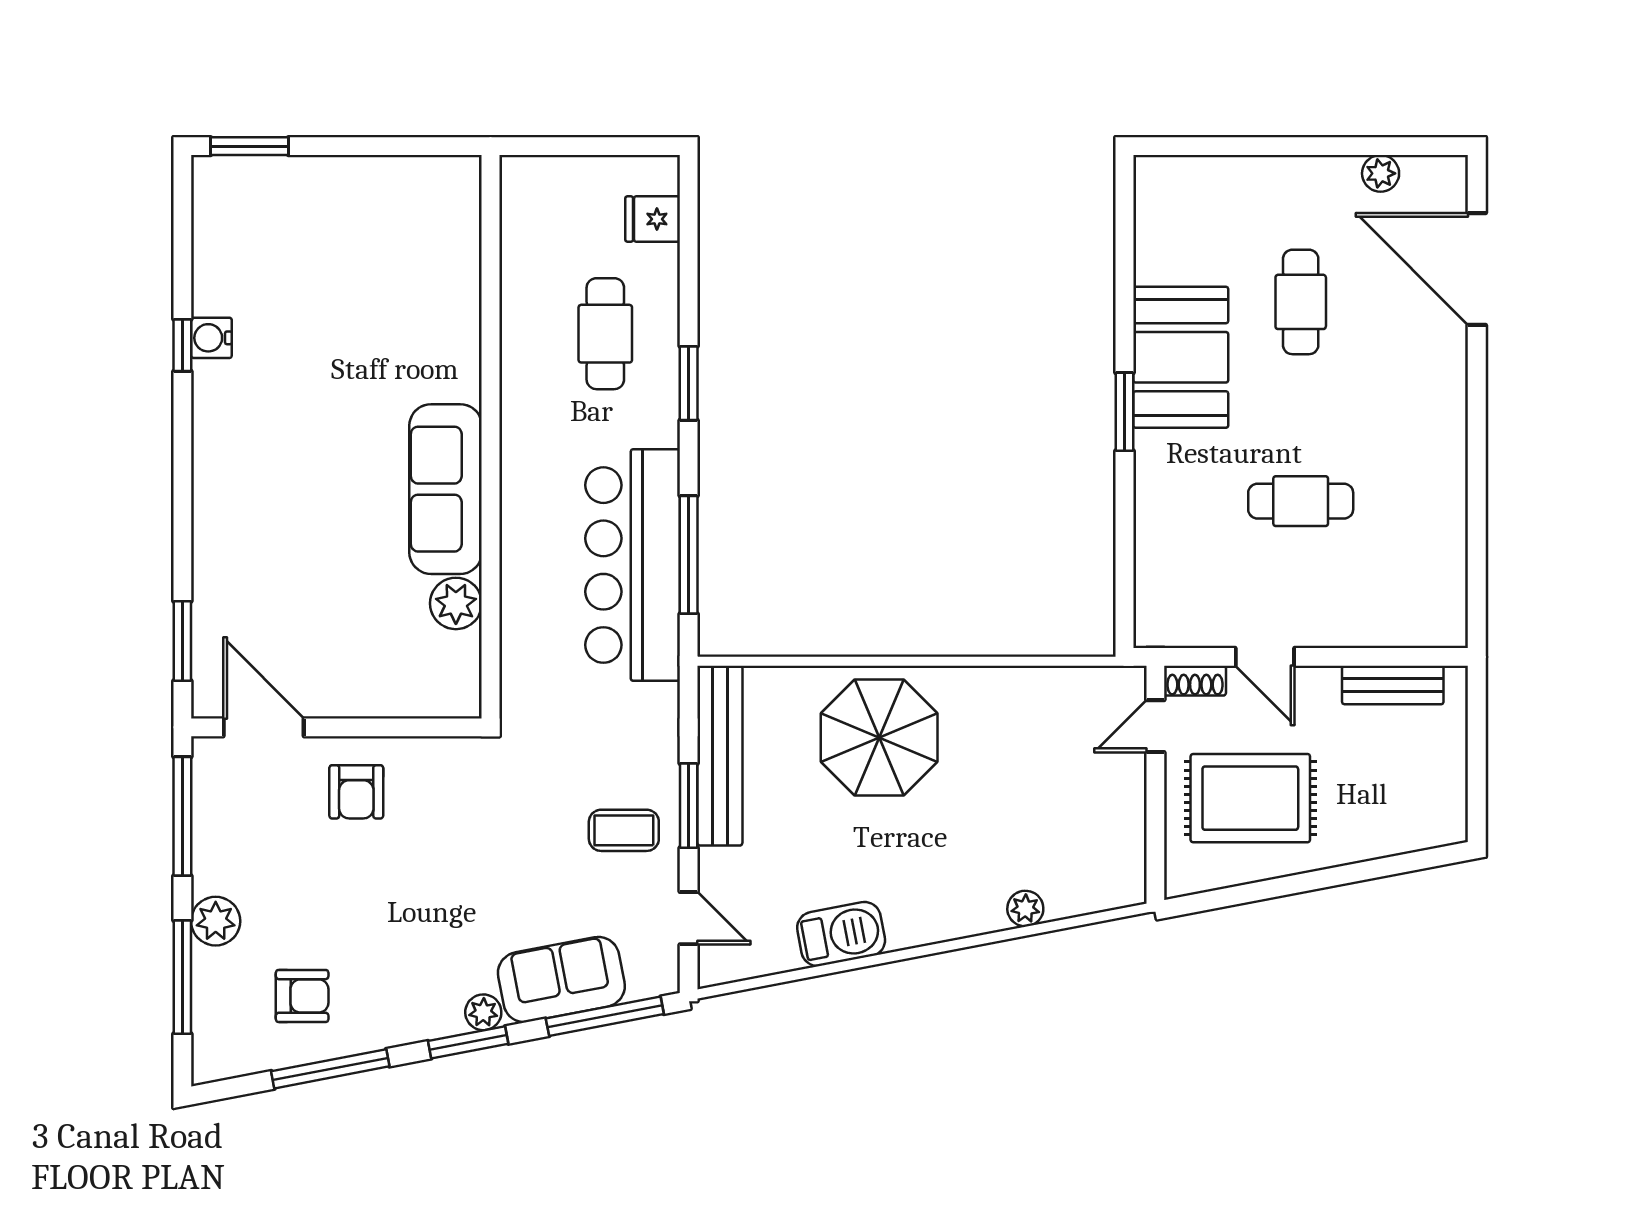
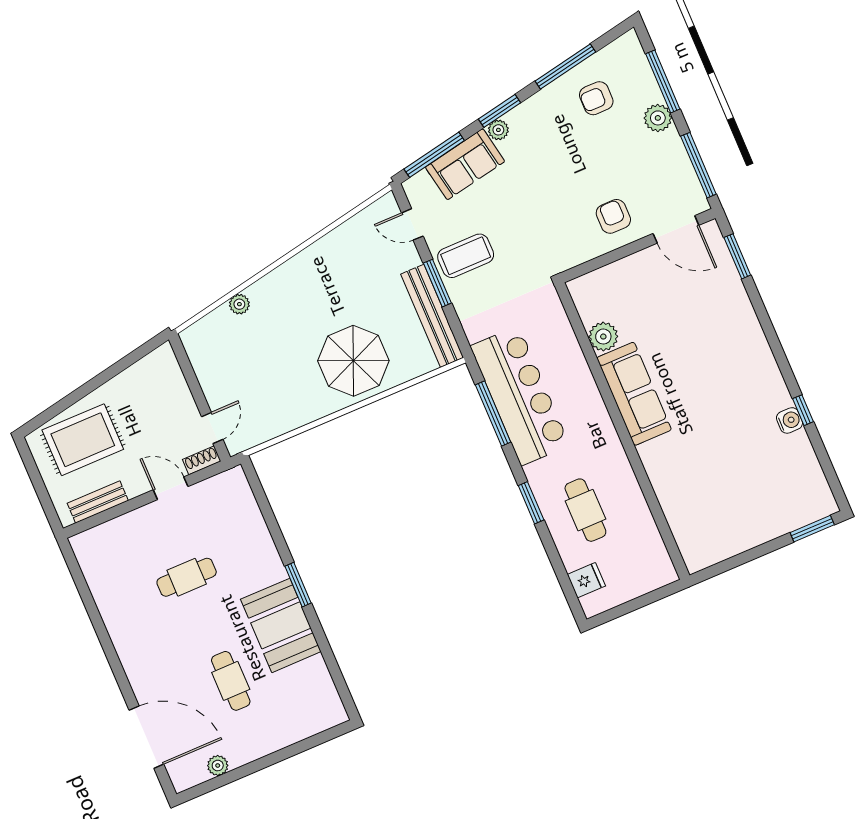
rug: (1250, 798) -> (83, 440), moved
coffee table: (624, 830) -> (466, 256), width x1.36, depth x1.30
barbecue: (841, 934) -> (330, 250), removed

